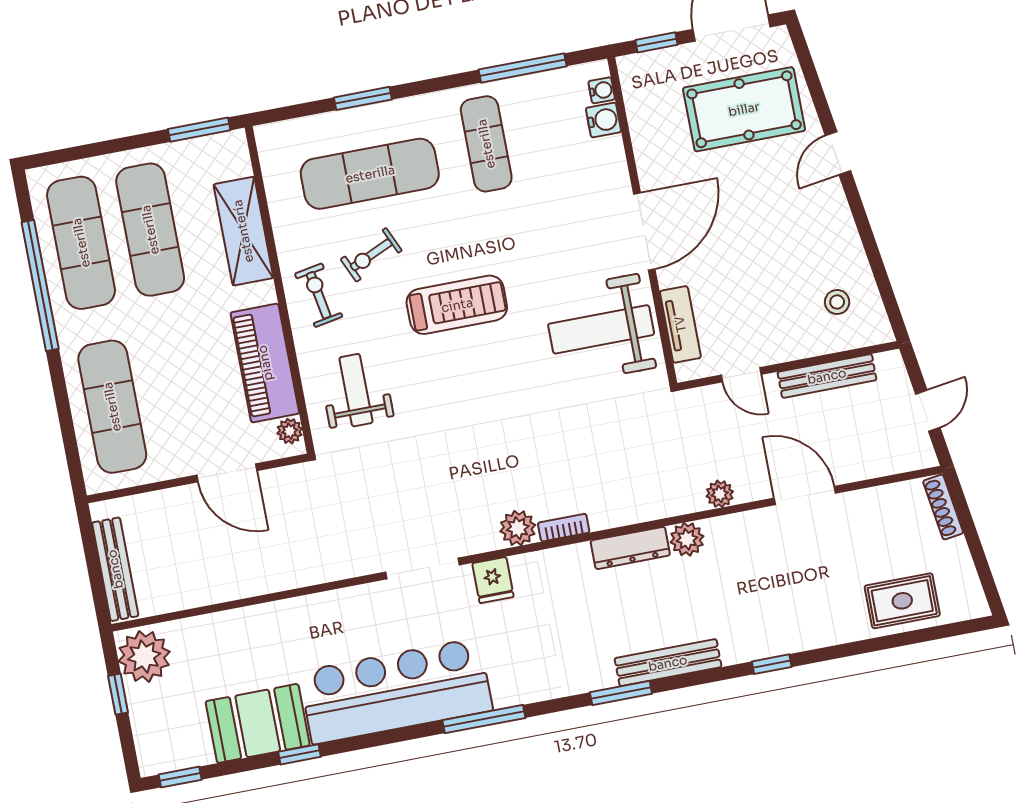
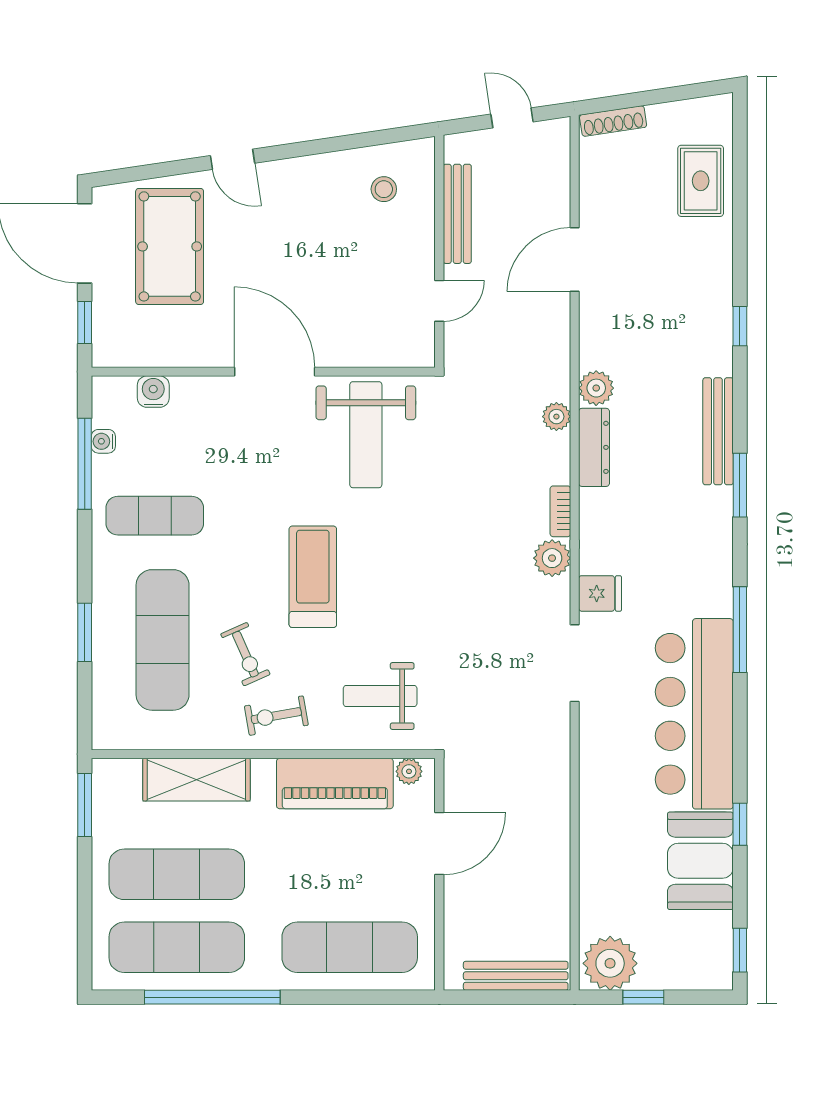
water cooler: (602, 90) -> (103, 441), moved, turned -90
tv unit: (680, 324) -> (376, 353), removed
plant: (720, 494) -> (556, 417), moved

